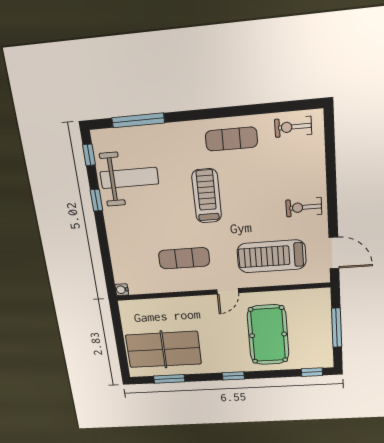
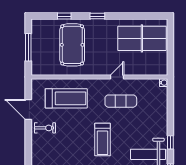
door: (334, 253) -> (28, 110), moved
door: (228, 291) -> (117, 77), moved
window: (312, 372) -> (64, 16), moved
window: (169, 379) -> (141, 16), removed

